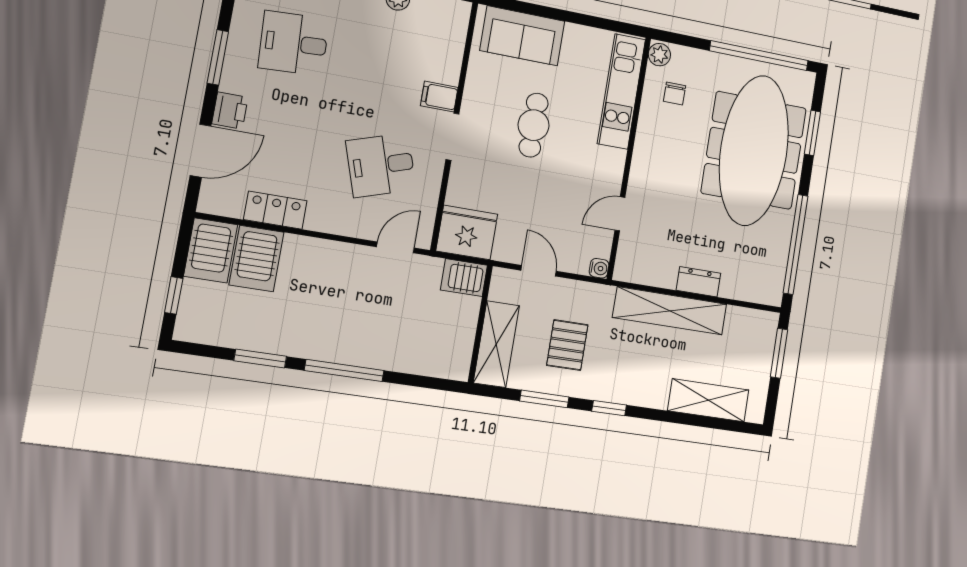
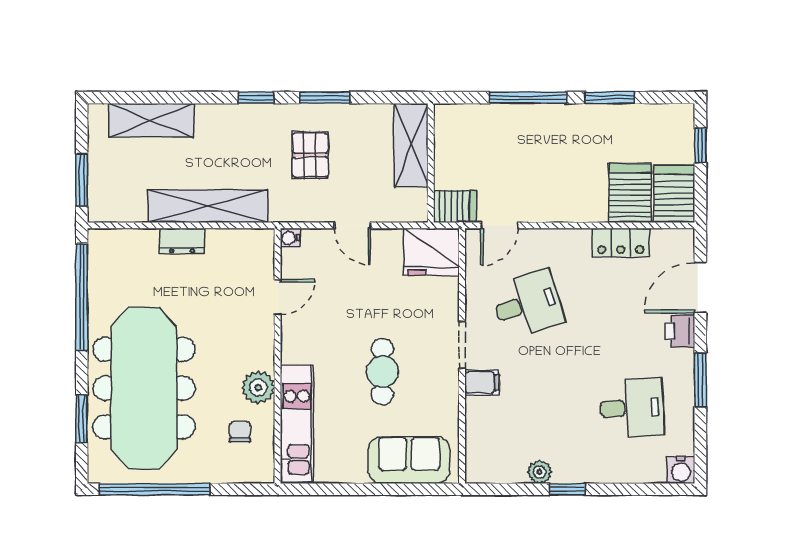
plant: (659, 55) -> (258, 388), moved, width x1.38, depth x1.38
server rack: (464, 278) -> (455, 206), moved
wall: (480, 324) -> (431, 163), moved
shelving: (496, 344) -> (411, 145), moved

